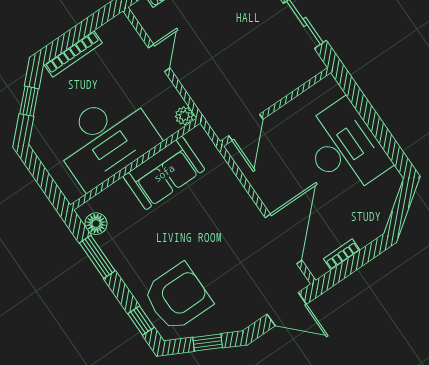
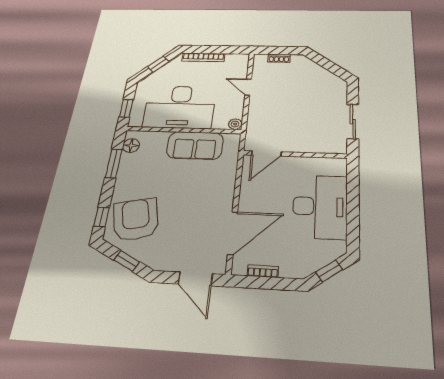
door: (159, 58) -> (248, 87), swing flipped
window: (47, 184) -> (126, 108), added
window: (401, 208) -> (329, 271), added
armchair: (178, 297) -> (136, 219), turned -102

